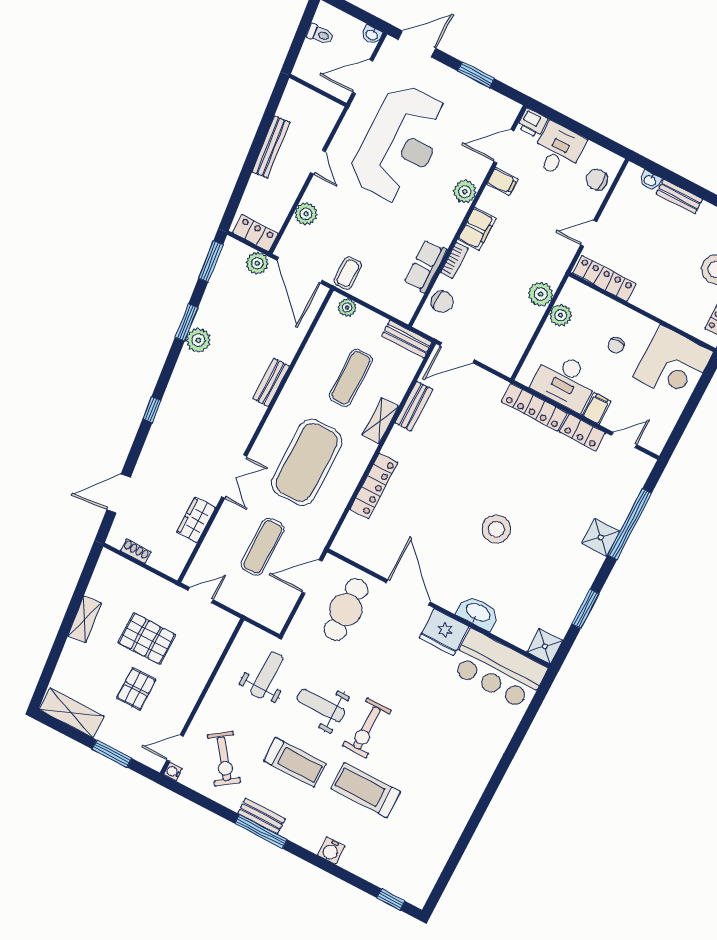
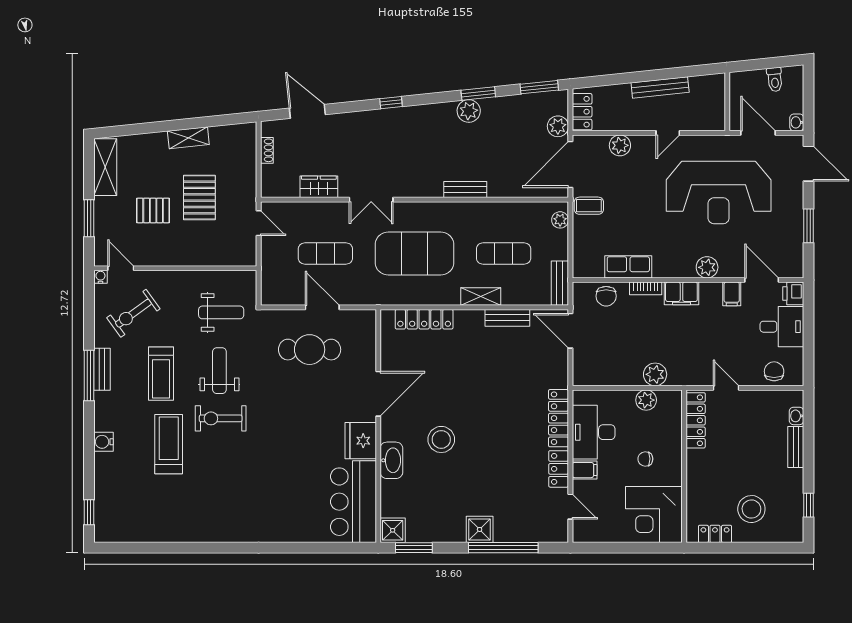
door: (408, 592) -> (378, 394), moved
wall: (439, 608) -> (378, 426), moved
washbasin: (478, 613) -> (391, 460), moved
fridge: (444, 632) -> (361, 441), moved
shower: (545, 646) -> (393, 530), moved
bar counter: (498, 669) -> (353, 502), moved

